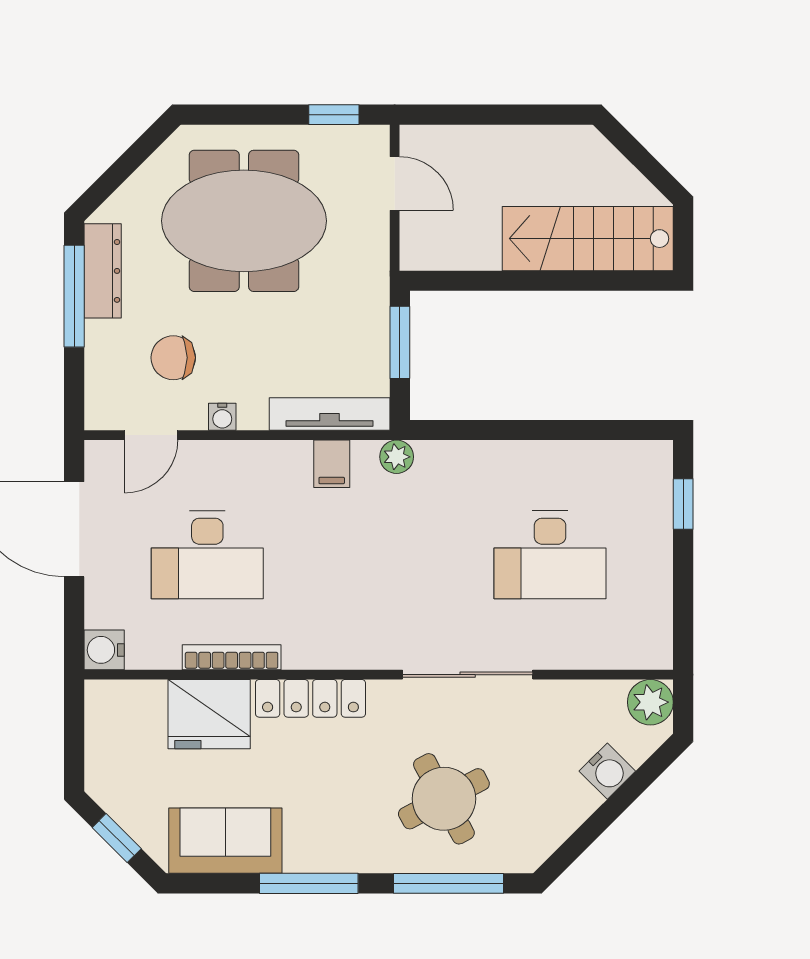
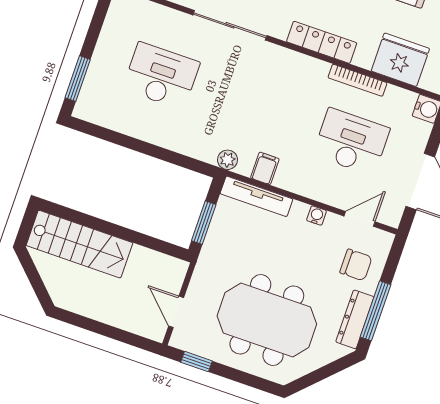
chair: (173, 358) -> (356, 265), moved
window: (683, 504) -> (78, 79), width x1.50
fridge: (209, 714) -> (400, 60), moved

